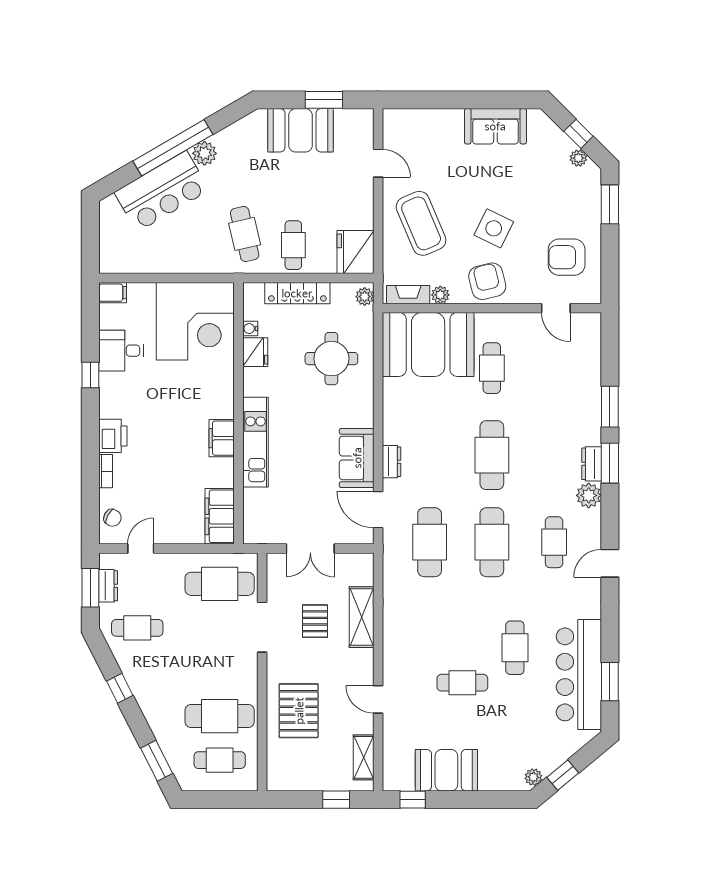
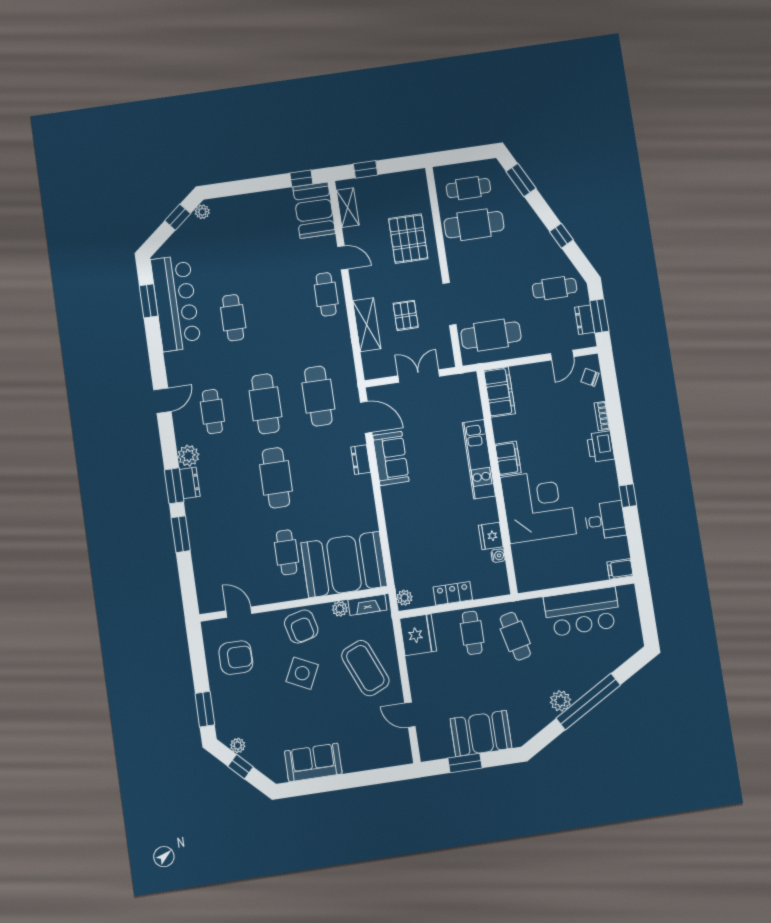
bar counter: (162, 191) -> (582, 612), moved, turned -150
locker: (297, 293) -> (453, 593), width x0.66
corner desk: (195, 321) -> (538, 506), moved, turned 90
round table: (331, 359) -> (425, 540), removed
cafe table: (462, 683) -> (326, 294), moved, turned 90
booth: (446, 770) -> (314, 210), moved, turned 90

